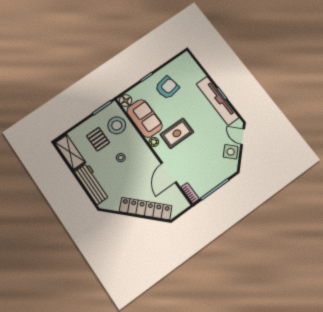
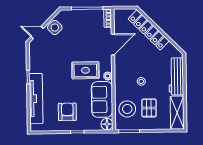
armchair: (167, 88) -> (67, 112), turned 100
tv unit: (217, 101) -> (36, 99), moved
door: (243, 137) -> (37, 32), swing flipped

